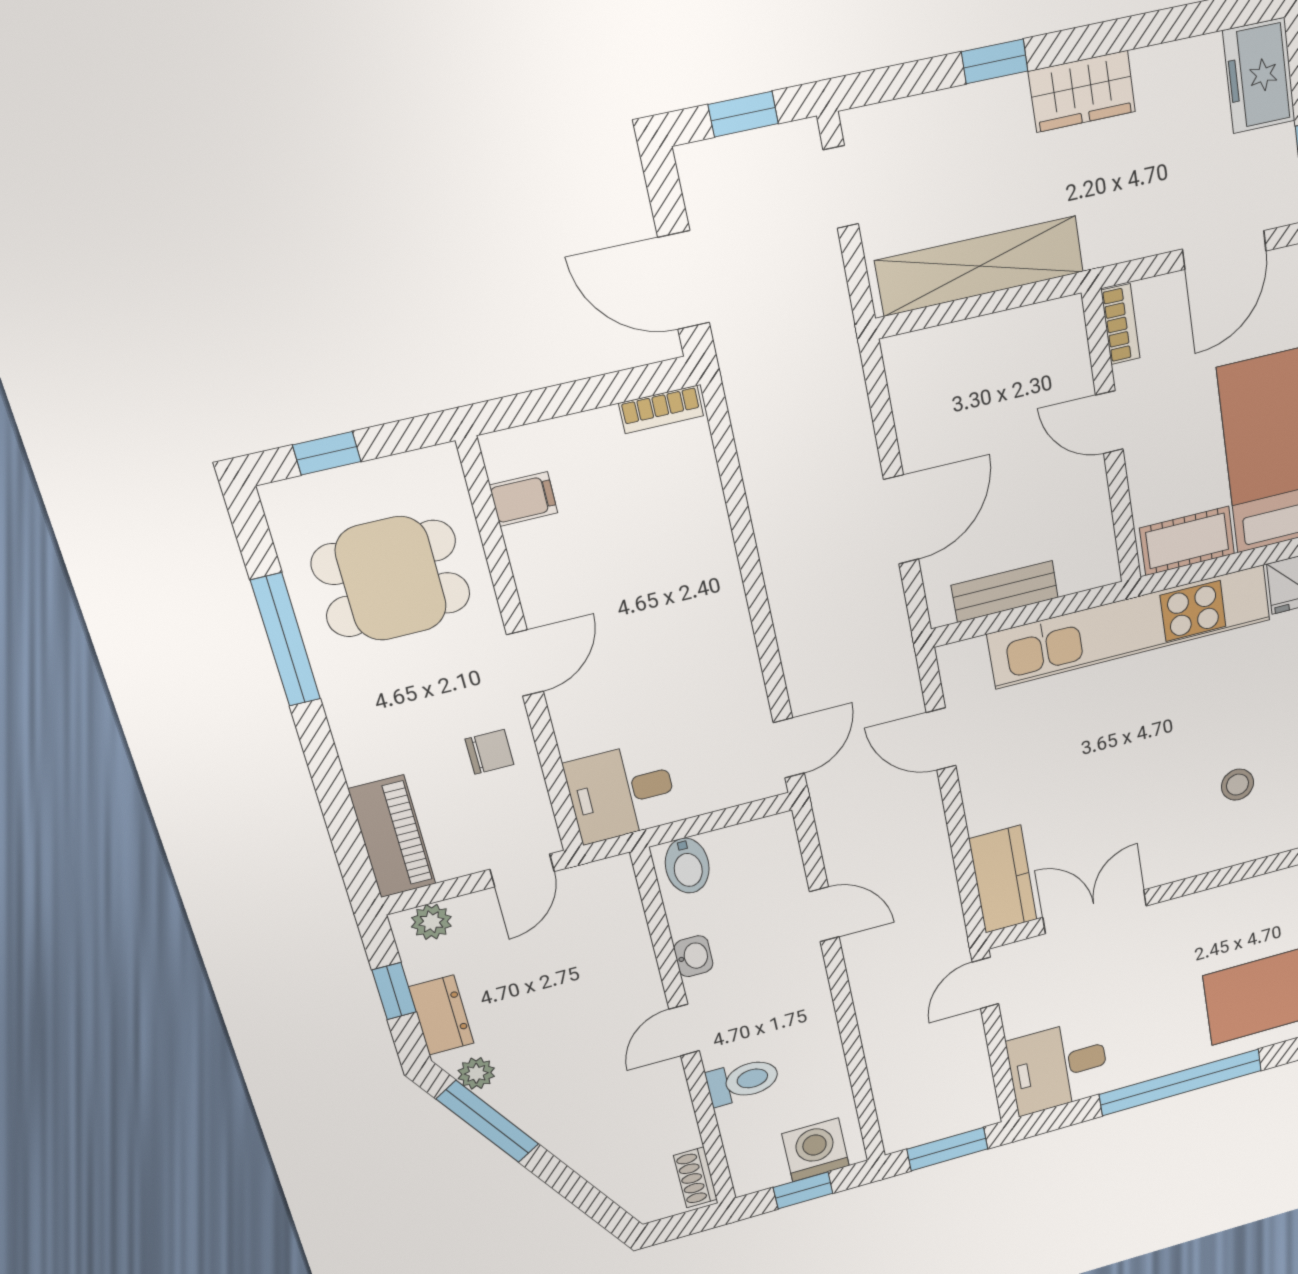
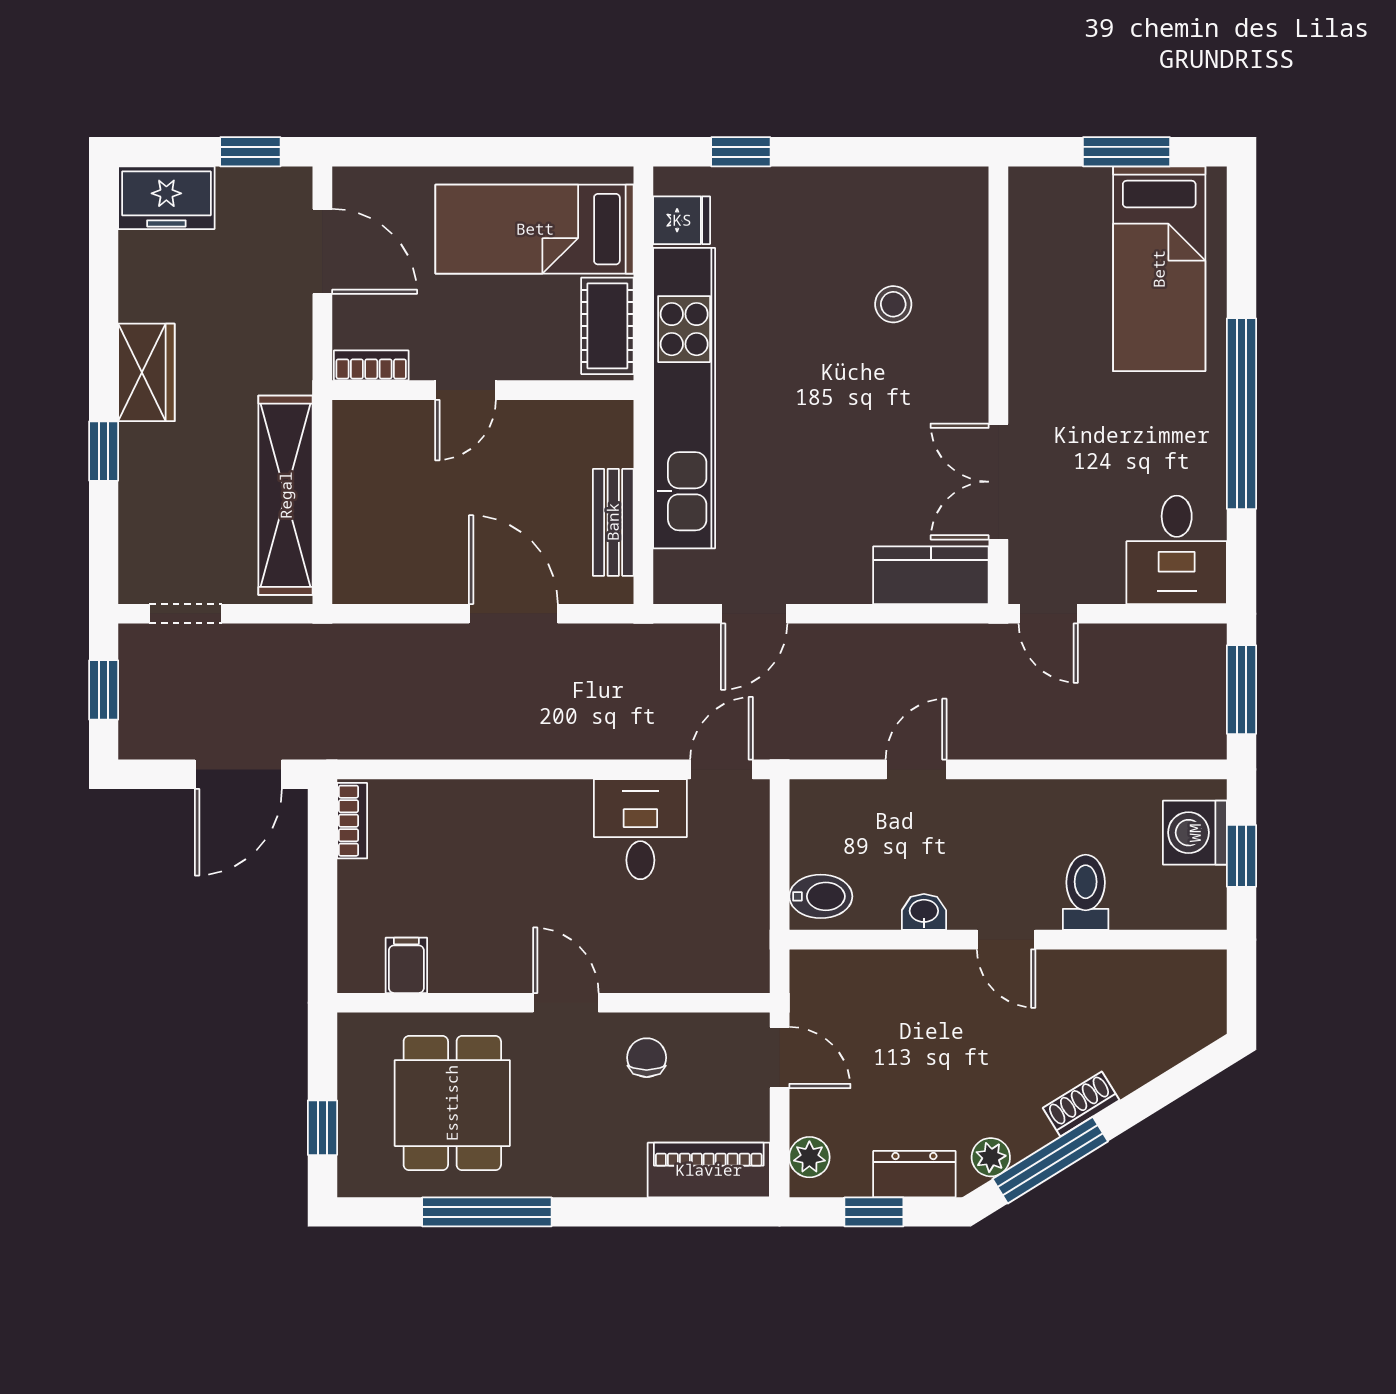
door: (789, 748) -> (722, 769), hinge flipped
desk: (621, 792) -> (640, 829), moved, turned 180
shoe rack: (695, 1177) -> (1081, 1104), moved, turned 148

